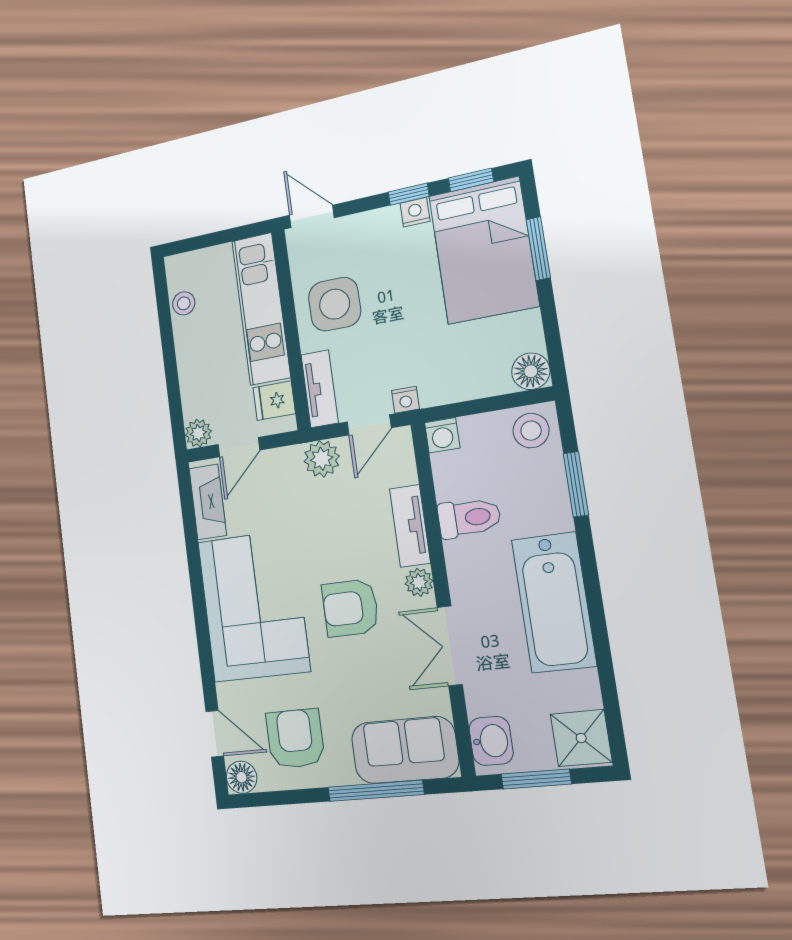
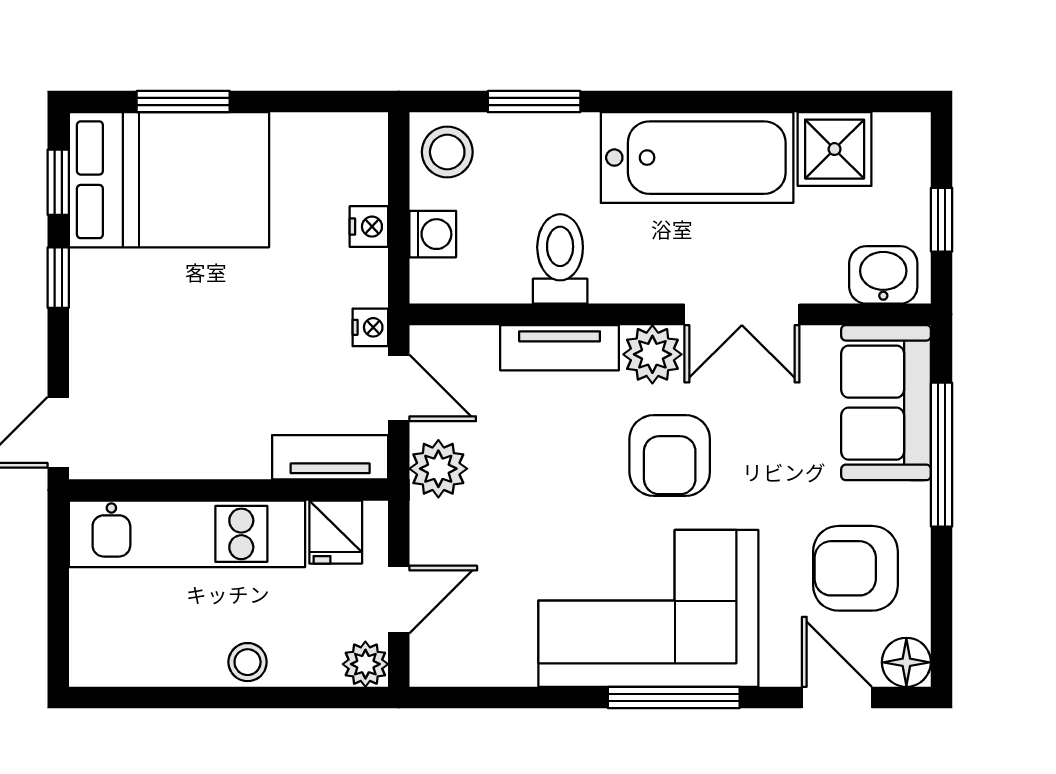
nightstand: (415, 212) -> (369, 227), moved, turned 180
stool: (184, 303) -> (248, 662), moved
side table: (335, 304) -> (203, 415), removed
floor lamp: (531, 371) -> (361, 139), removed
washing machine: (442, 435) -> (433, 234), moved
door: (239, 447) -> (399, 600), hinge flipped
fireplace: (208, 502) -> (477, 662), removed
plant: (419, 582) -> (652, 354), width x1.38, depth x1.38
window: (202, 629) -> (674, 698), added
door: (215, 734) -> (837, 698), hinge flipped
shower: (581, 738) -> (835, 149), moved
window: (536, 779) -> (942, 220), width x0.67

